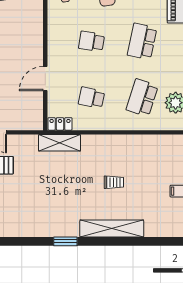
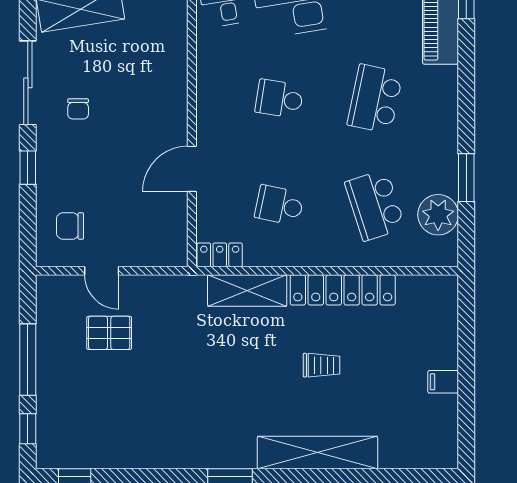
school desk: (142, 98) -> (375, 205), turned -36
locker: (125, 142) -> (343, 290), added
shelving: (60, 143) -> (247, 291), moved

